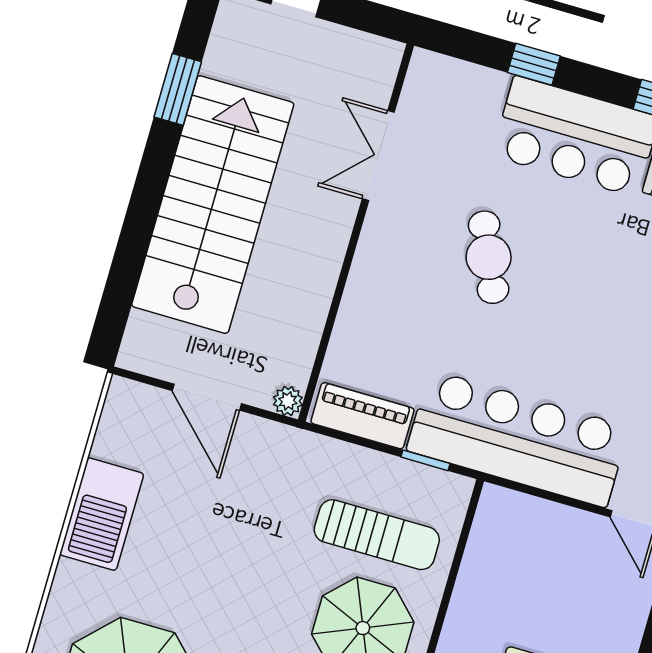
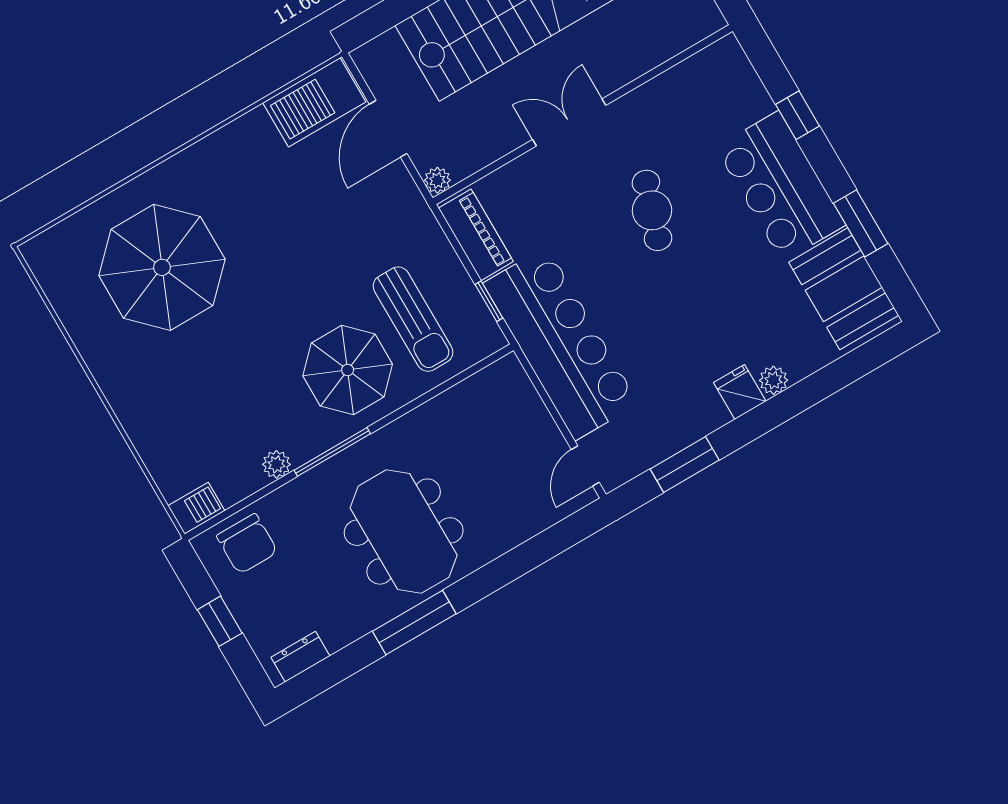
double door: (378, 156) -> (569, 122), moved
cafe table: (489, 257) -> (652, 210), turned -48
barbecue: (102, 514) -> (314, 102), moved

